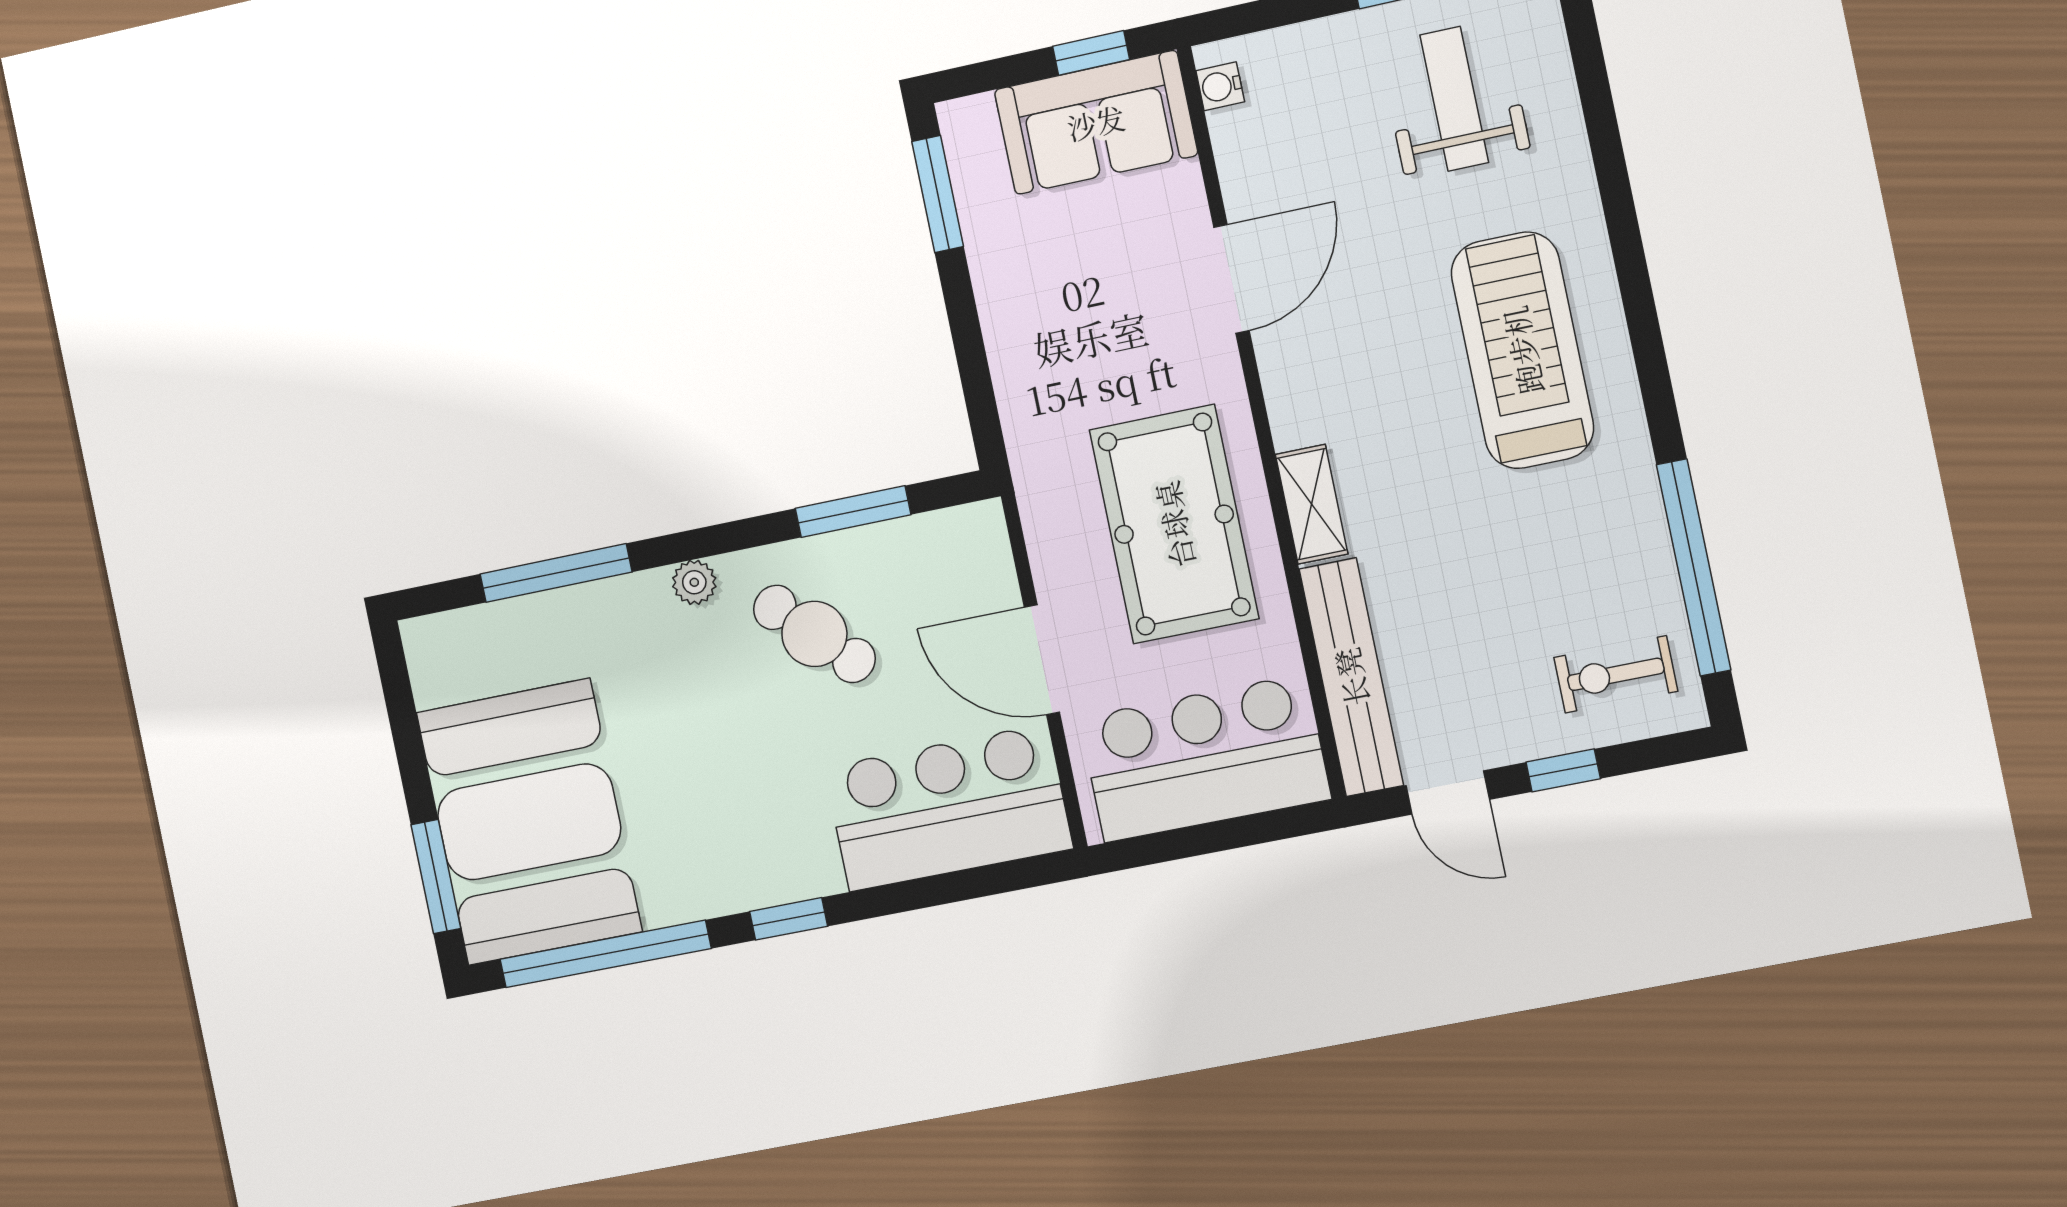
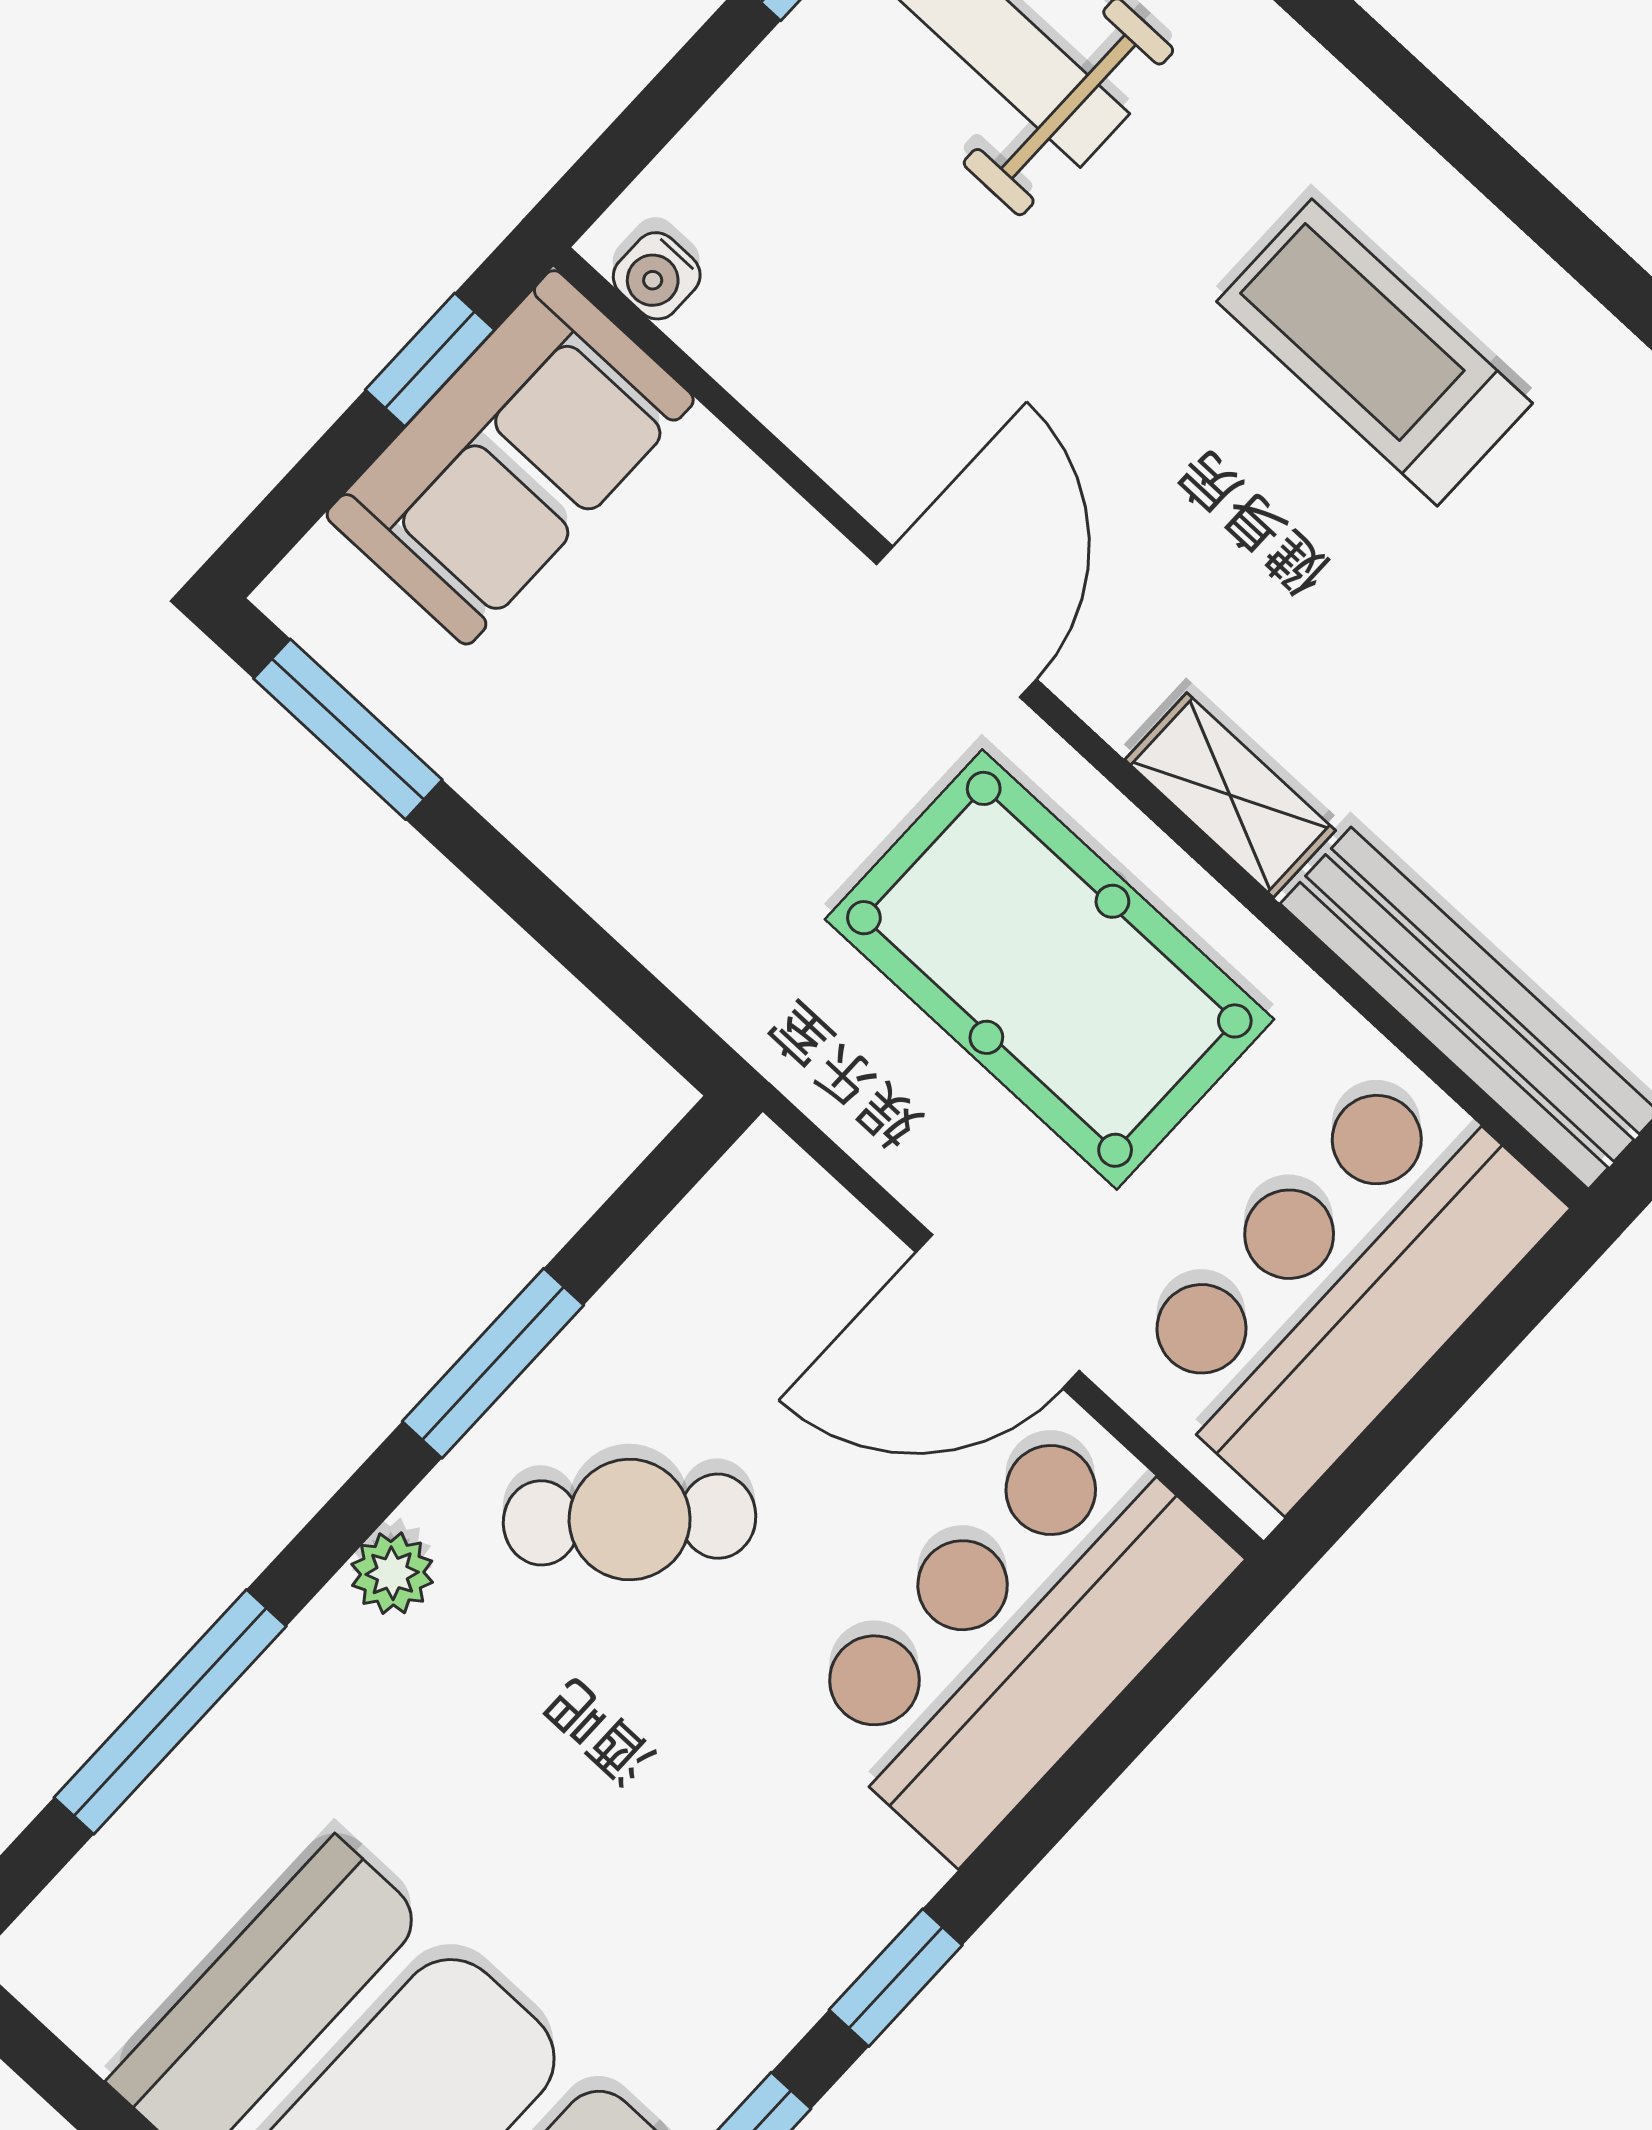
door: (1232, 279) -> (956, 622), moved
treadmill: (1522, 350) -> (1374, 352), width x0.73, depth x0.73
window: (853, 512) -> (493, 1363), moved

